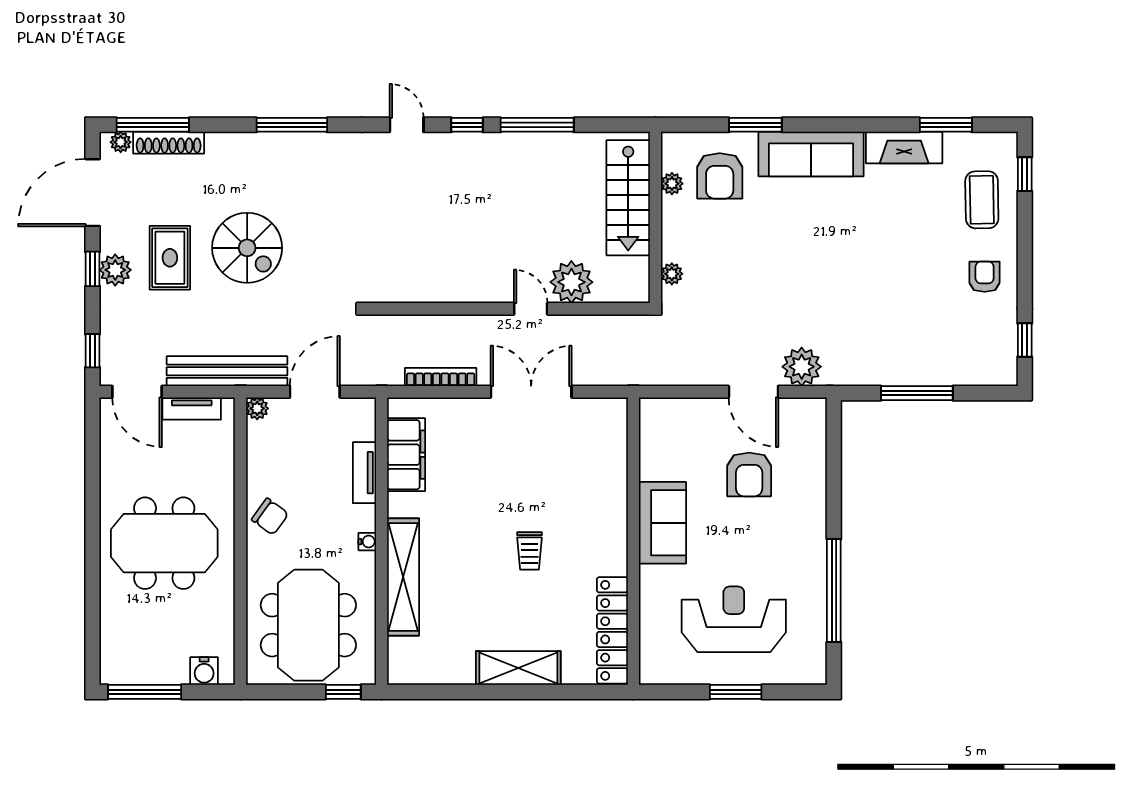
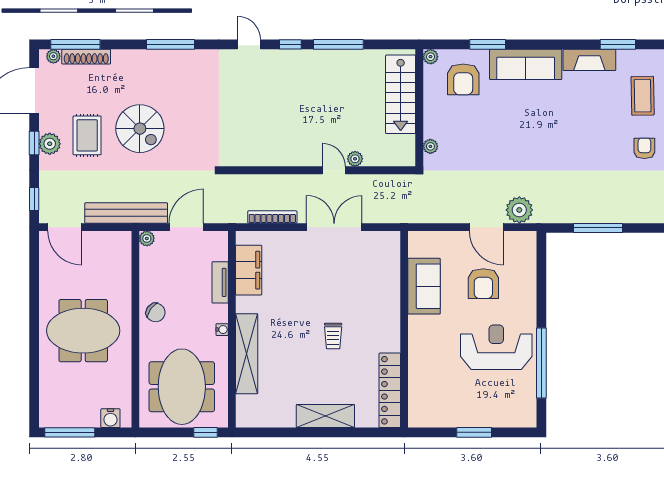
plant: (672, 184) -> (431, 57), moved
plant: (571, 282) -> (355, 159), width x0.53, depth x0.53
tv unit: (192, 408) -> (102, 238), removed
sofa: (662, 523) -> (424, 286), moved
reception desk: (734, 619) -> (496, 347), moved

